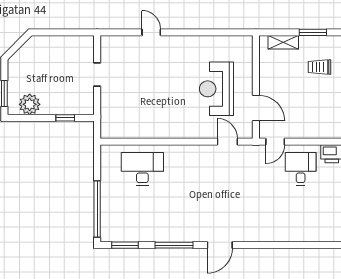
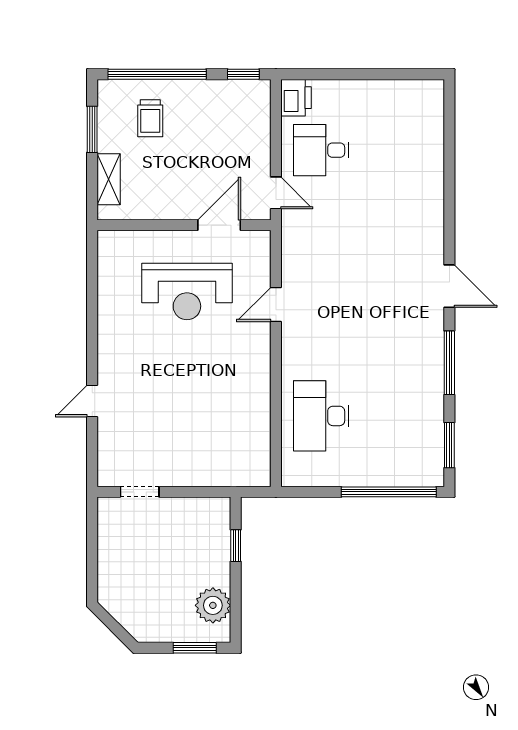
doorway: (97, 75) -> (140, 492), moved
door: (227, 142) -> (276, 304), moved

